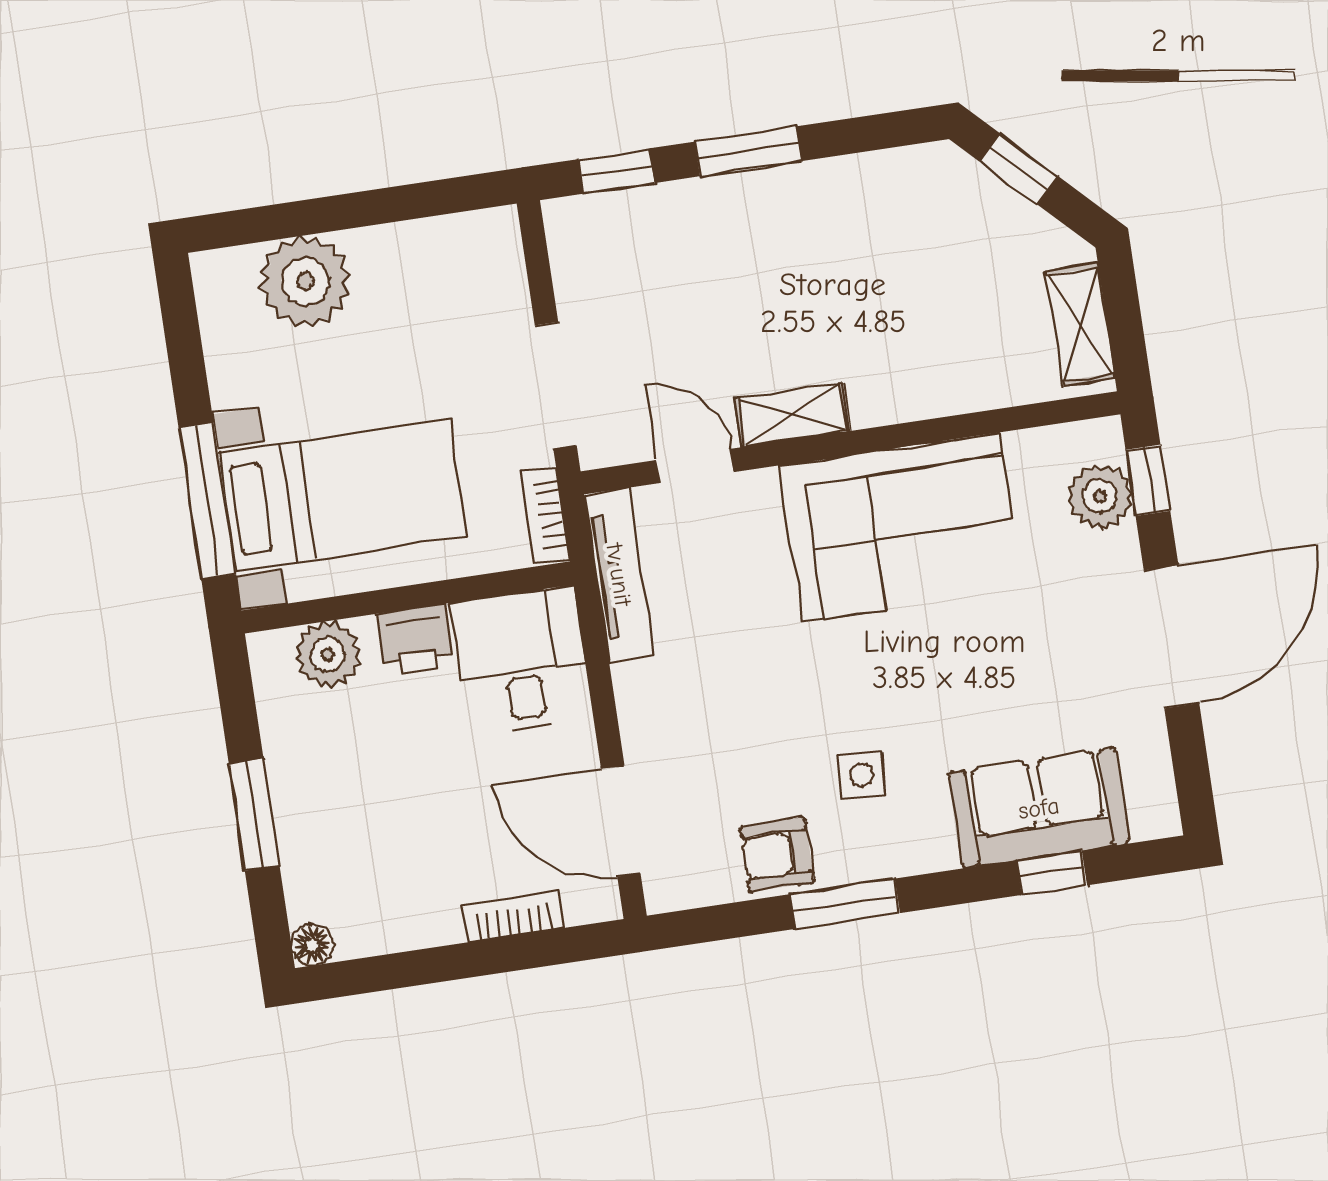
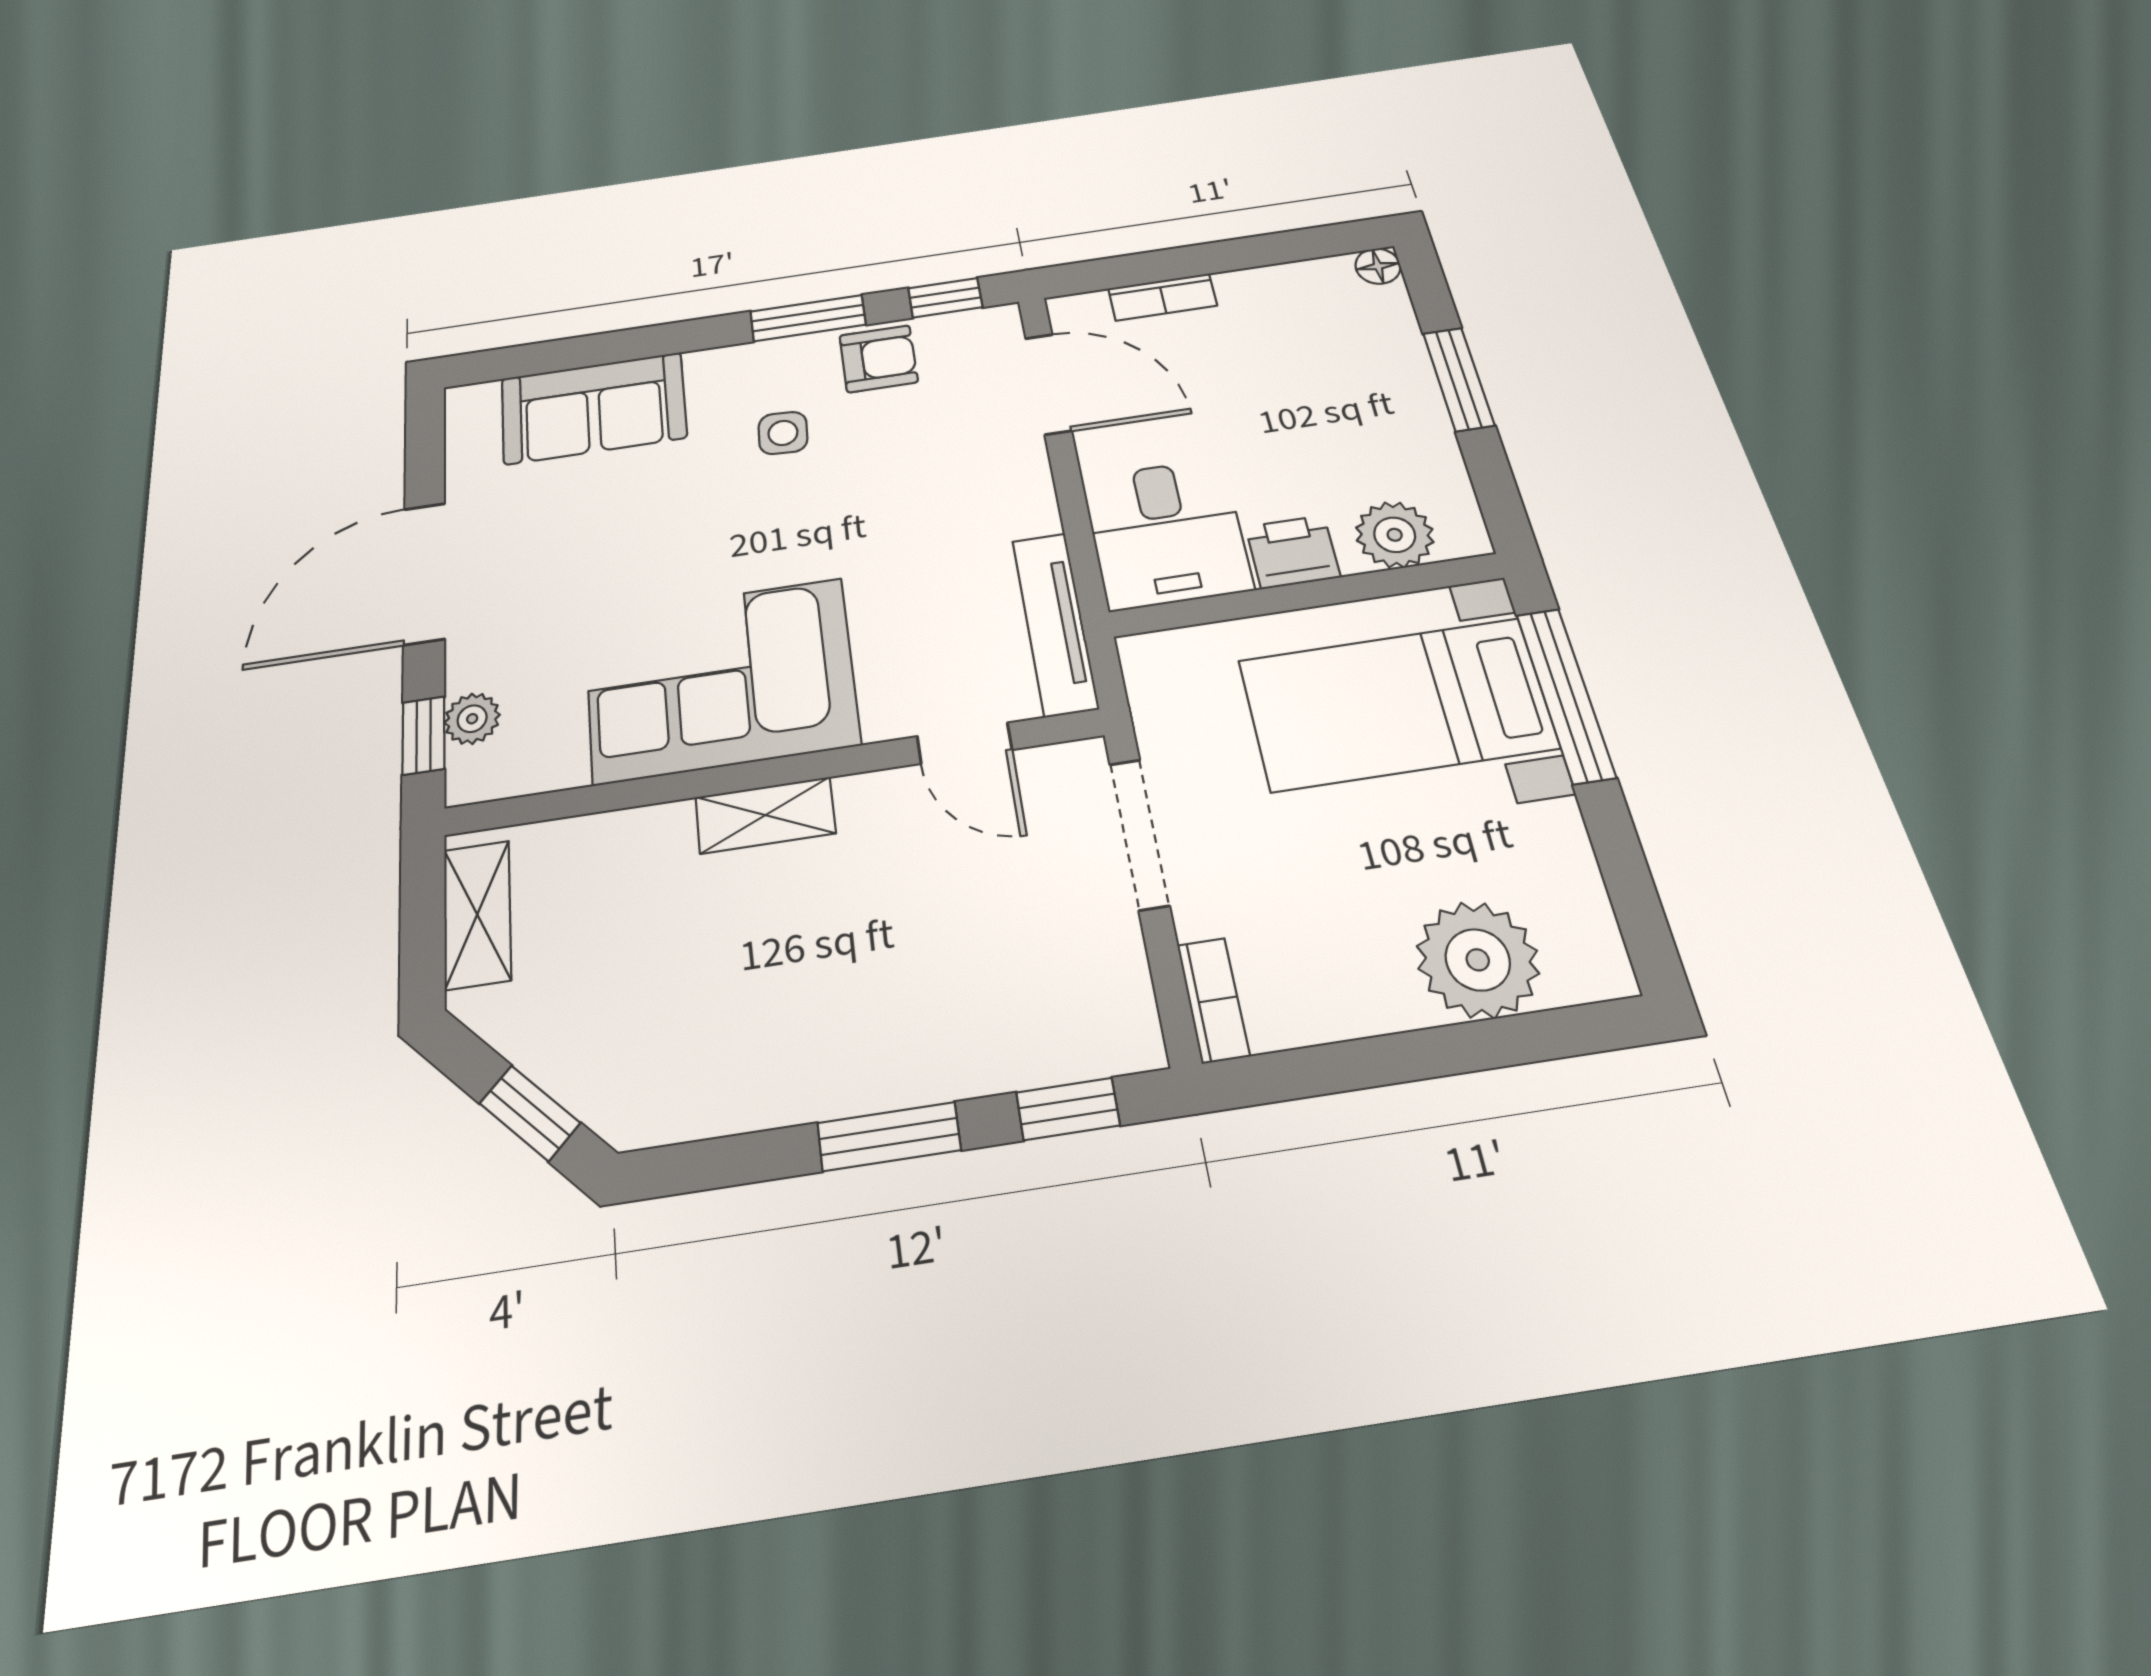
shelving: (792, 415) -> (765, 815), moved
plant: (1100, 496) -> (472, 719), width x0.73, depth x0.73
bookcase: (545, 515) -> (1213, 1000), moved
window: (1052, 873) -> (945, 298), moved

